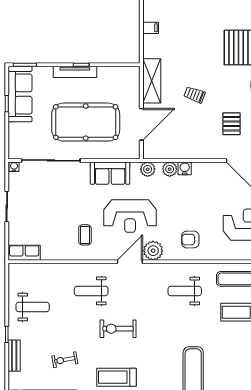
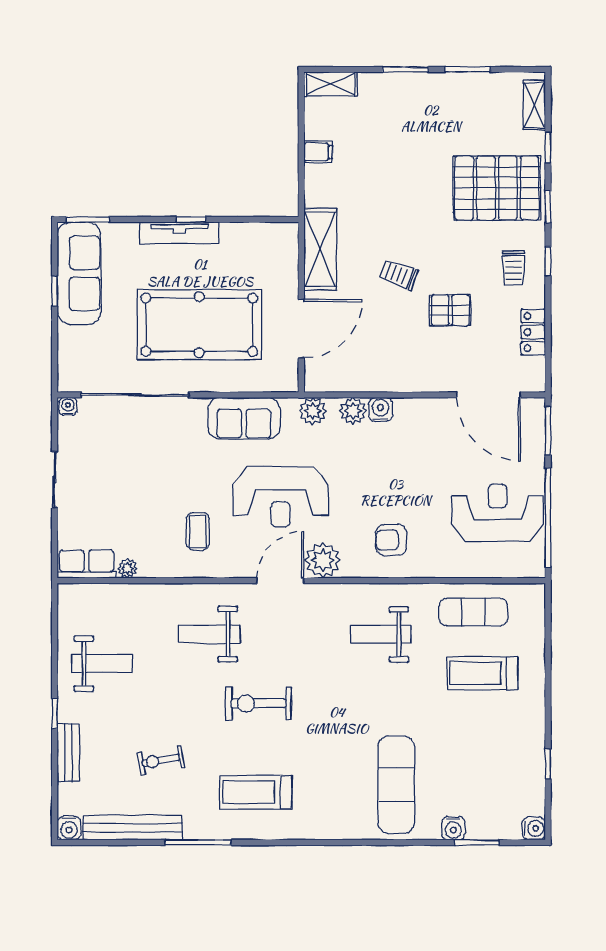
pallet: (232, 124) -> (450, 310), moved, turned 90
plant: (47, 255) -> (127, 568), added

